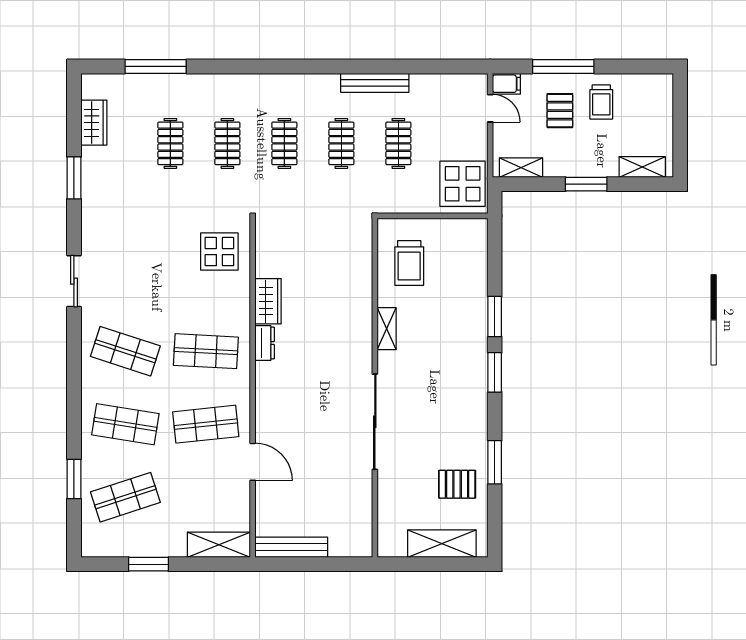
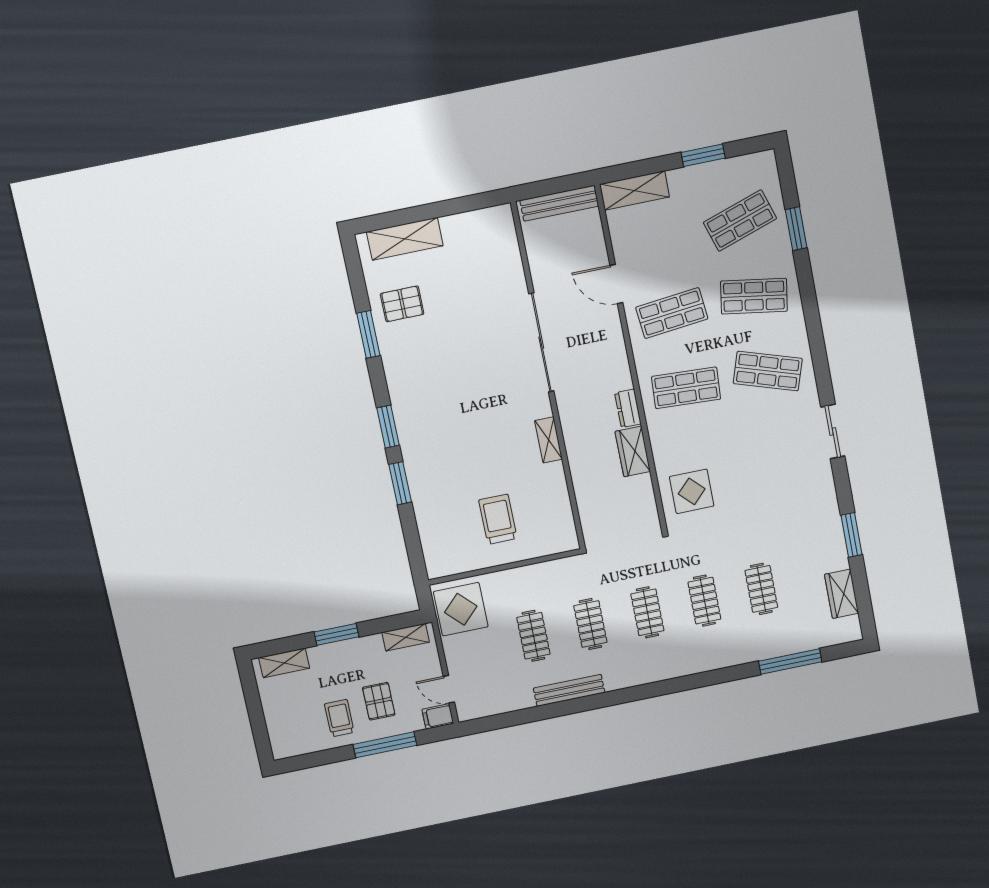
shelving: (387, 329) -> (548, 440), moved
wall: (375, 388) -> (548, 377), moved
sliding door: (375, 422) -> (541, 342), moved

